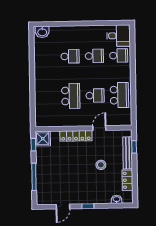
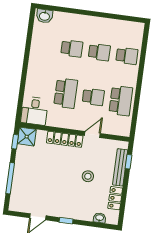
desk: (119, 36) -> (35, 111), moved, turned 90

